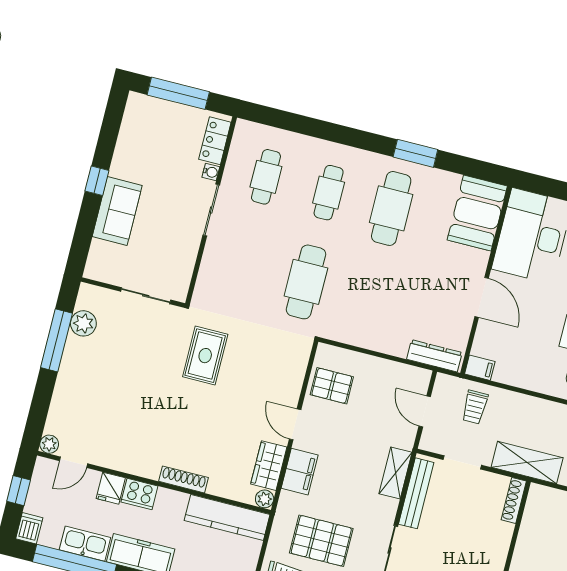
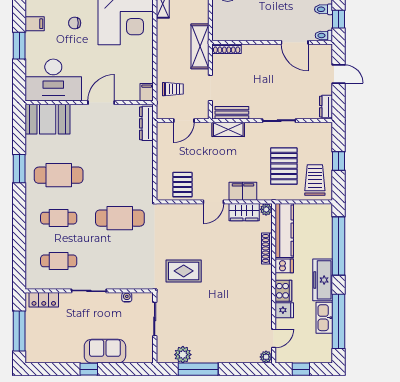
water cooler: (211, 172) -> (127, 297), moved
door: (74, 462) -> (274, 338), hinge flipped
shoe rack: (184, 479) -> (267, 248), moved
bench: (416, 493) -> (232, 113), width x0.73
dishwasher: (29, 528) -> (284, 266), moved, turned 180

